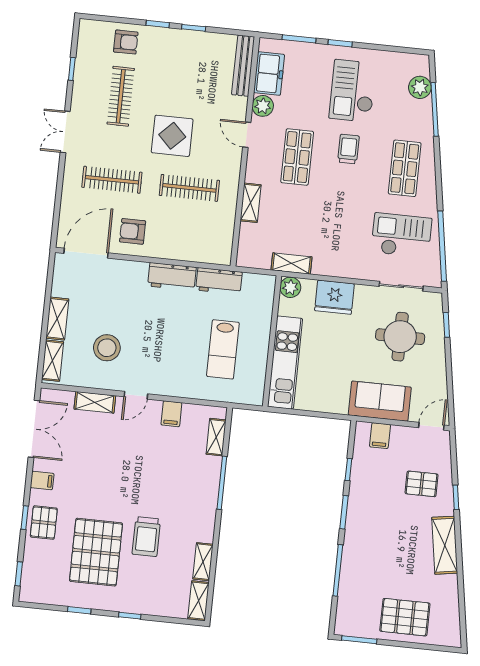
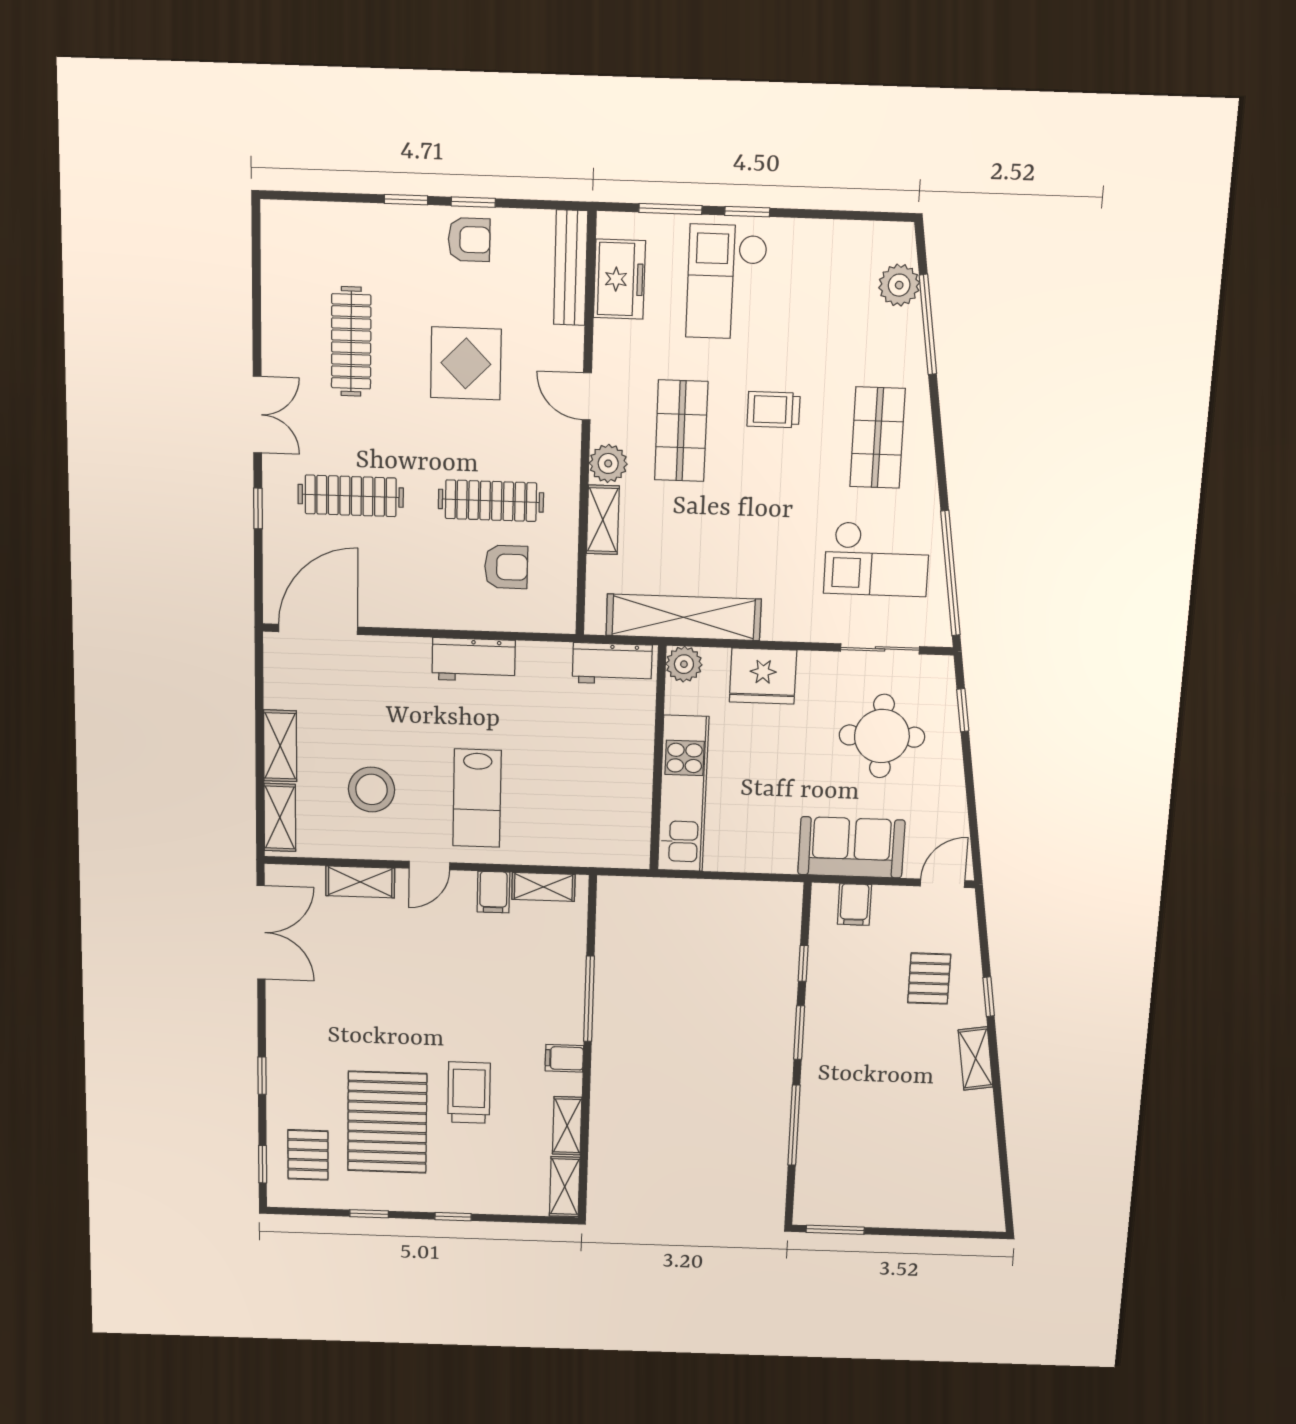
armchair: (126, 42) -> (469, 240), moved
window: (72, 69) -> (258, 509), moved
checkout: (353, 91) -> (727, 282), moved
plant: (263, 106) -> (608, 463), moved
double door: (65, 132) -> (257, 415), swing flipped
display table: (172, 136) -> (466, 363), moved
trolley: (348, 149) -> (774, 410), turned -90
armchair: (133, 231) -> (506, 567), moved, turned 180
checkout: (401, 235) -> (877, 559), turned 180
shelving: (292, 263) -> (684, 617), width x2.20, depth x1.33
workbench: (219, 281) -> (612, 664), moved
lab bench: (223, 349) -> (477, 798), moved
shelving: (216, 437) -> (543, 887), moved, turned 90
filing cabinet: (42, 481) -> (564, 1058), moved, turned 180
pallet: (422, 484) -> (929, 979), turned 90
pallet: (44, 523) -> (308, 1155), moved
trolley: (146, 537) -> (469, 1093), turned 180
shelving: (445, 545) -> (976, 1058), width x0.67, depth x0.75
pallet: (405, 617) -> (910, 1191), removed

